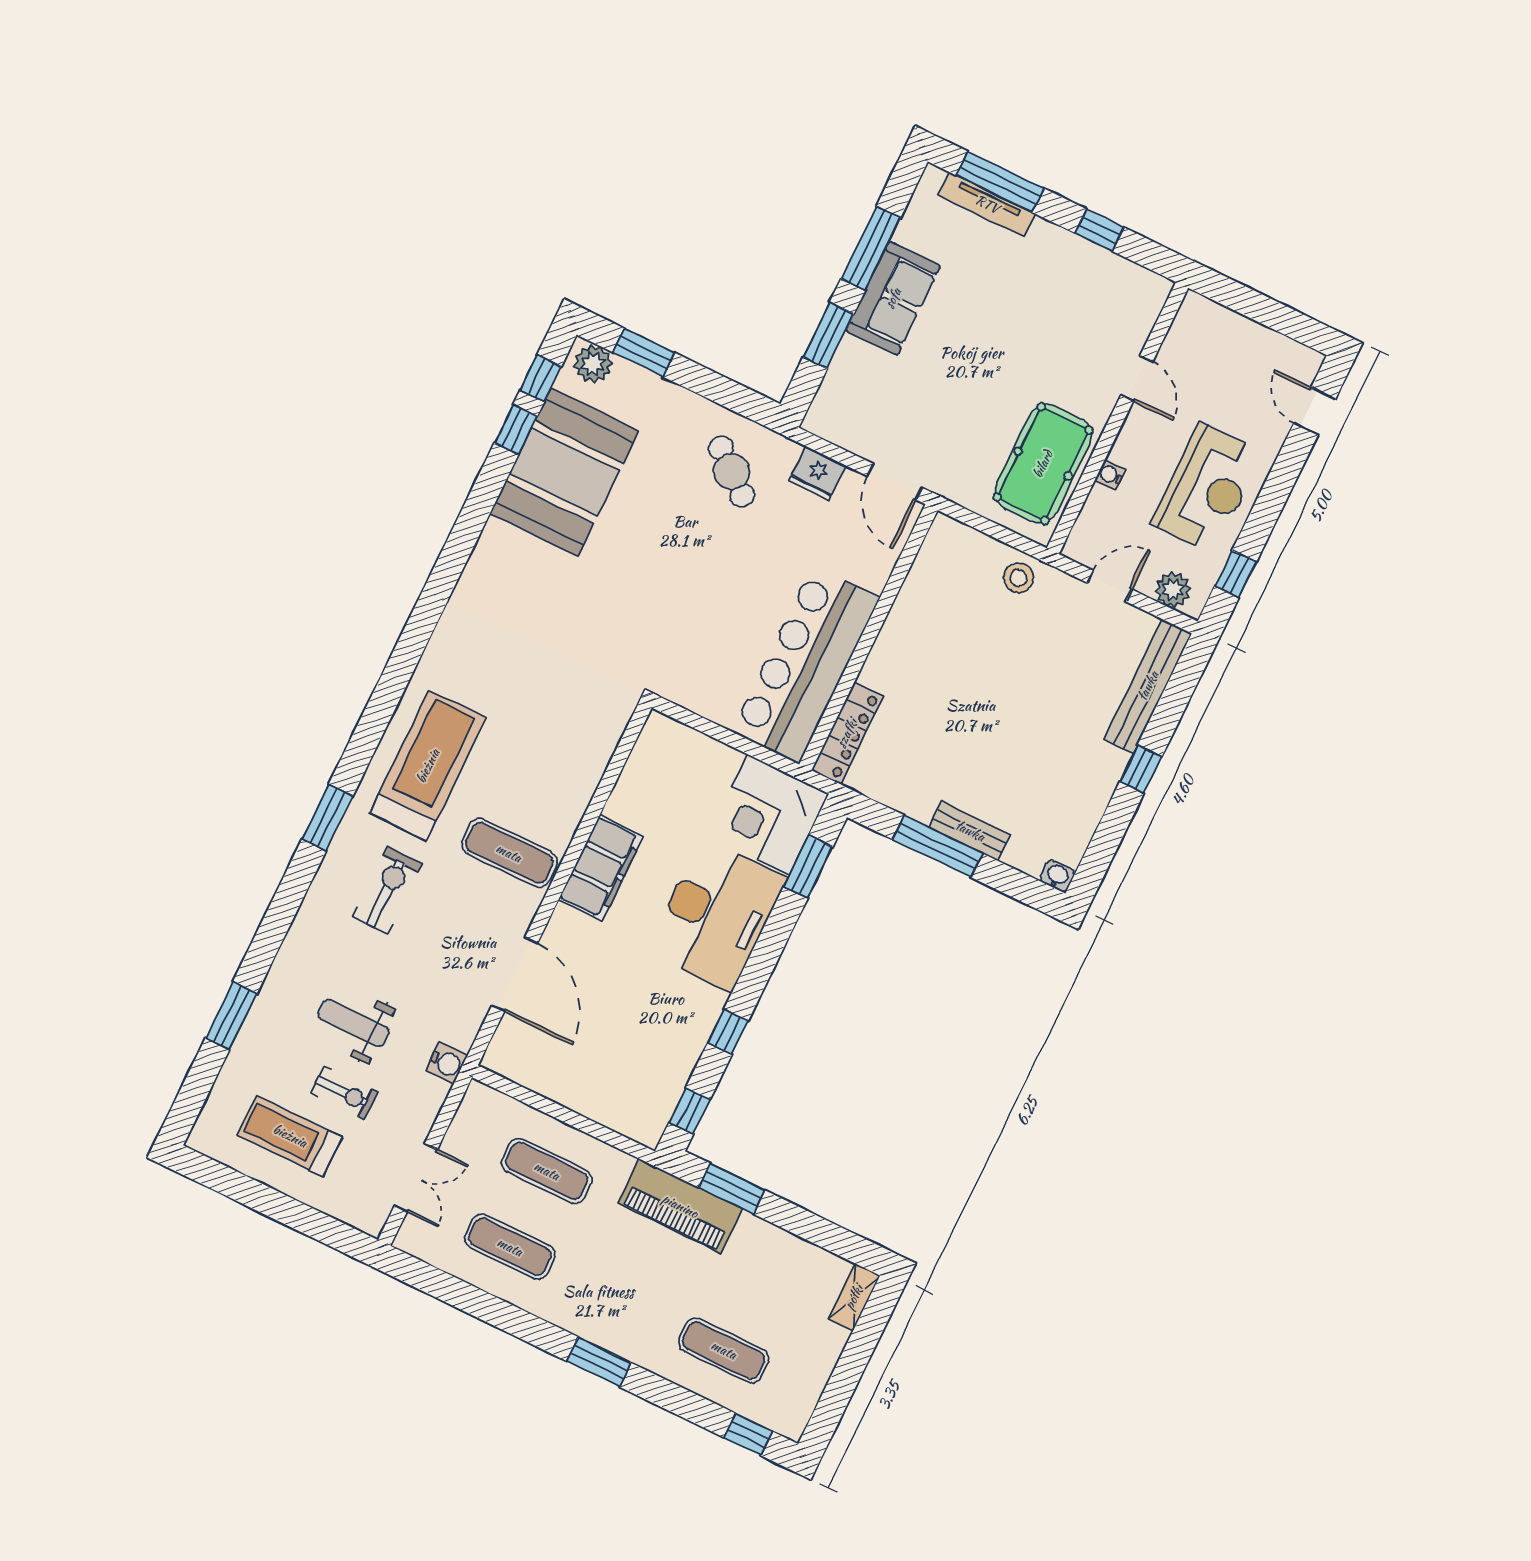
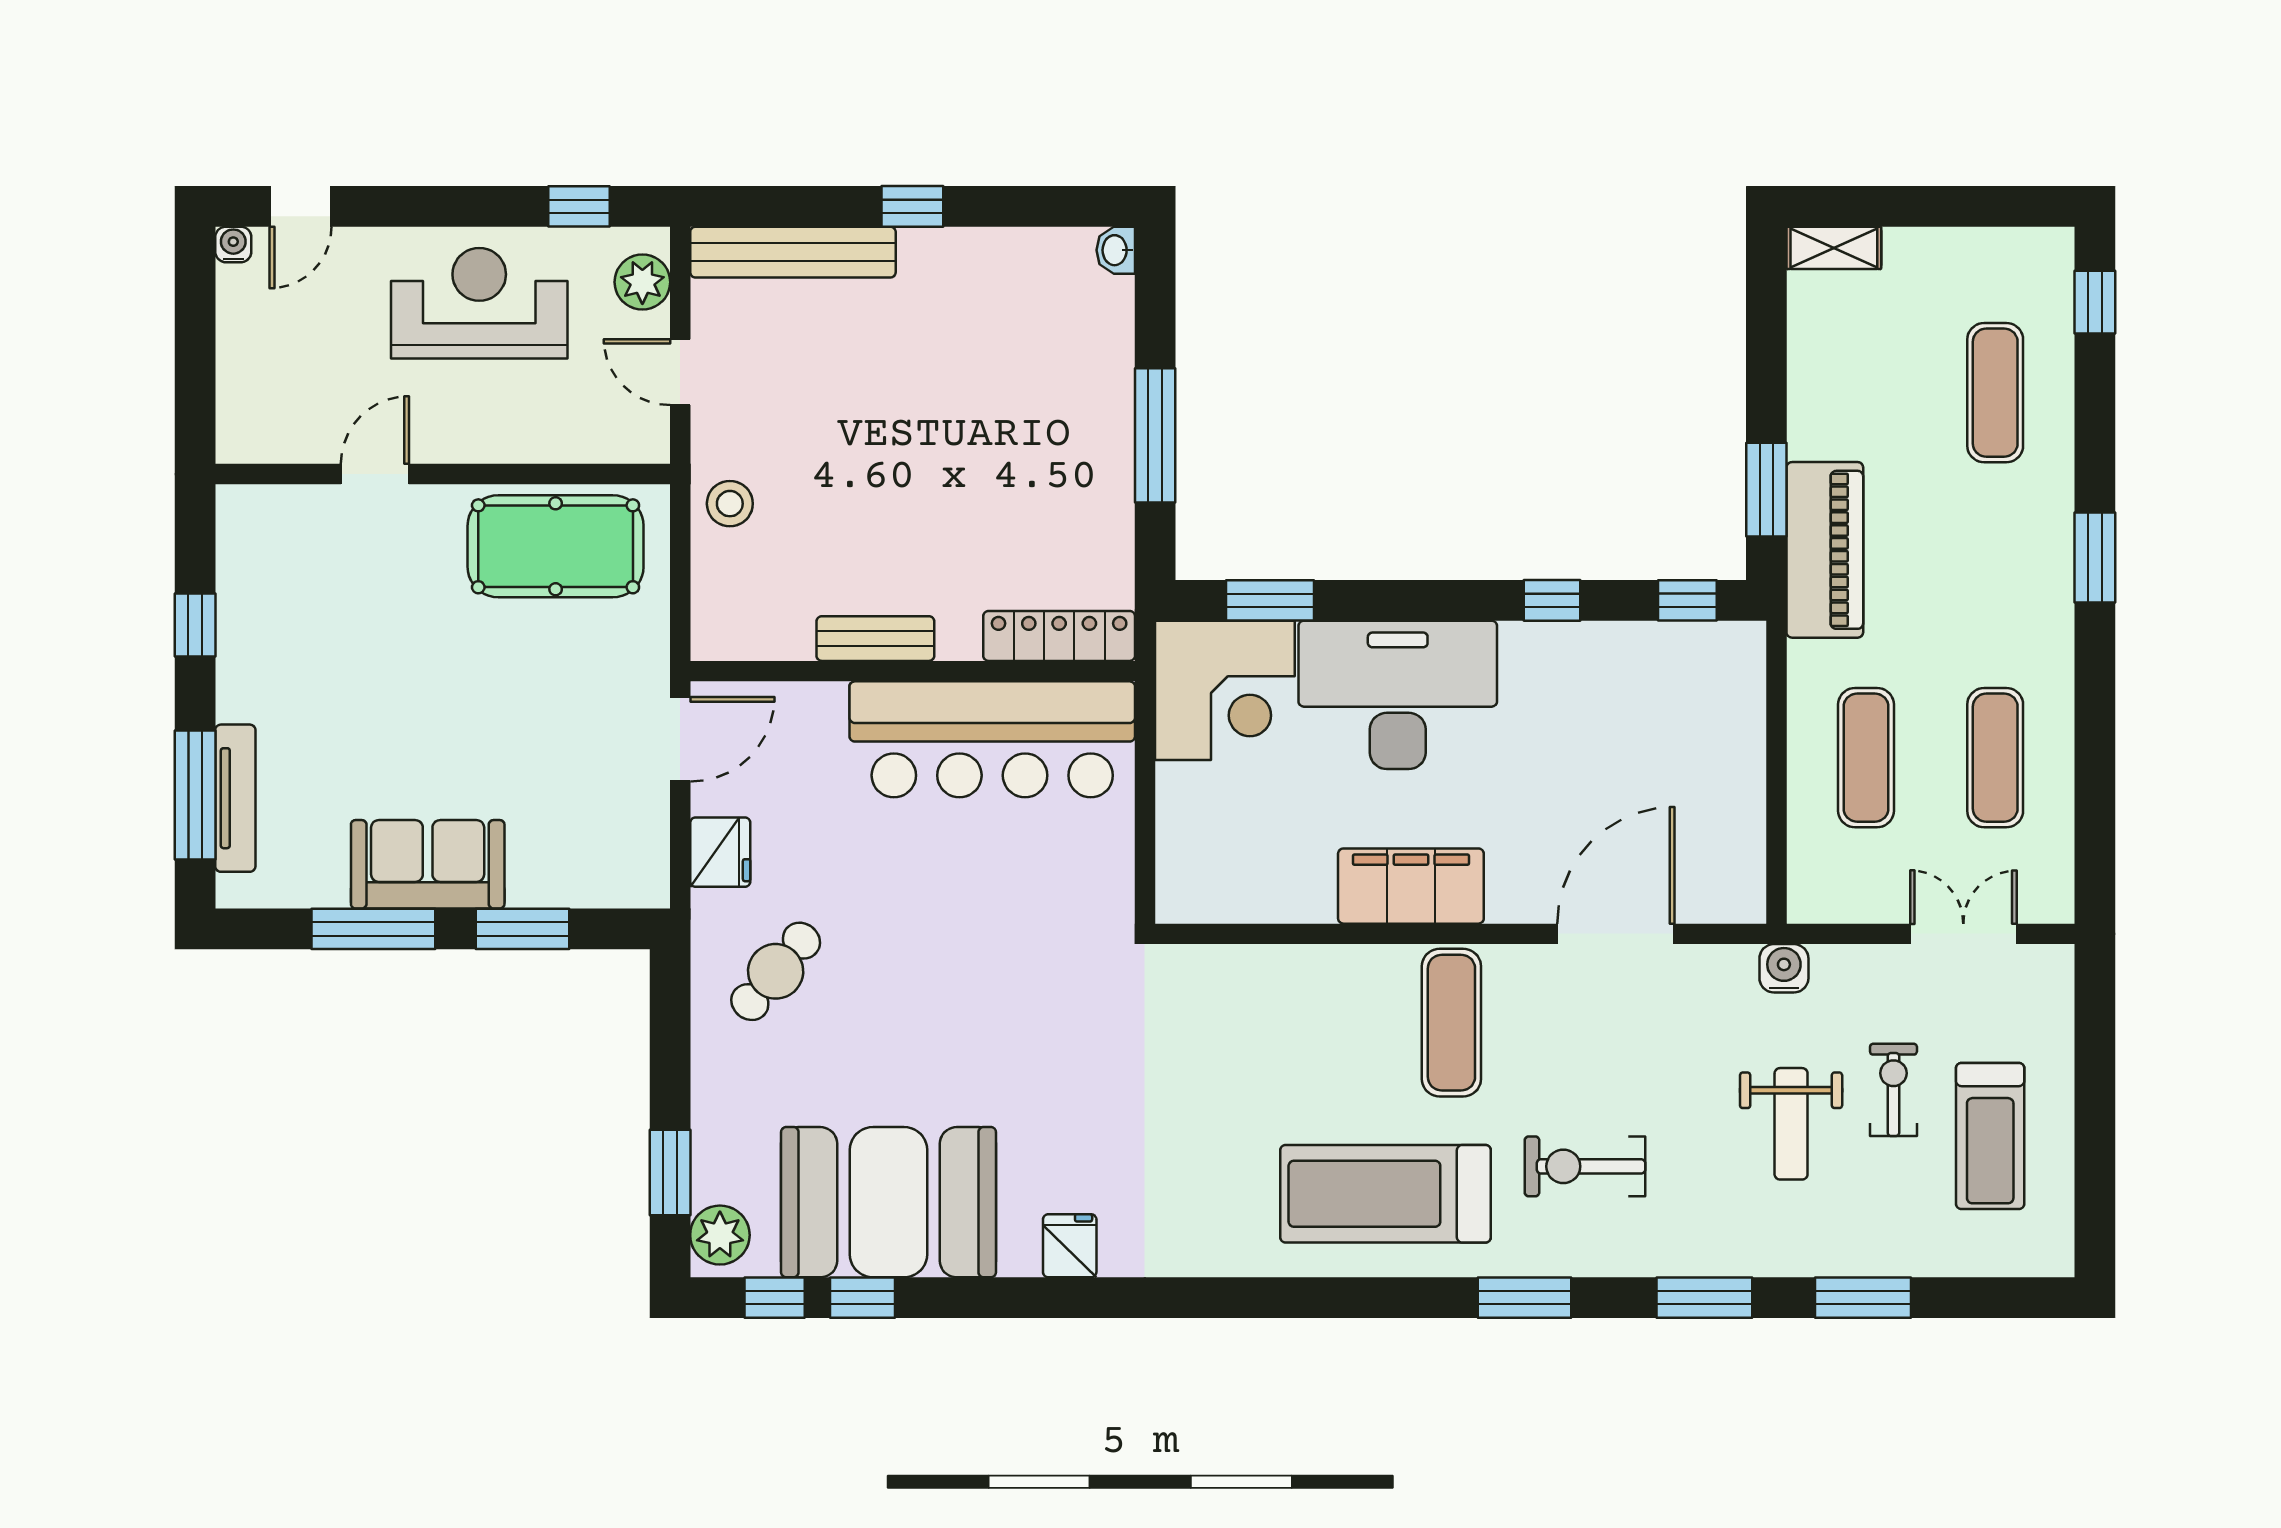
water cooler: (1110, 475) -> (233, 244), moved, turned 180
fridge: (487, 566) -> (1070, 1246), added
bench: (970, 831) -> (875, 639), moved, turned 90
window: (276, 923) -> (1704, 1298), added

